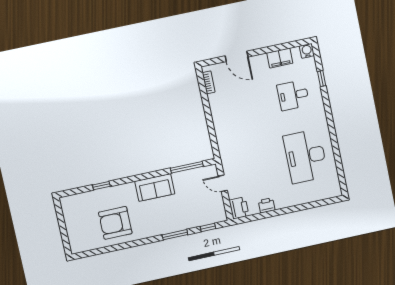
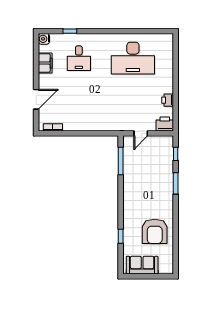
sofa: (155, 188) -> (142, 265), moved, turned -90

